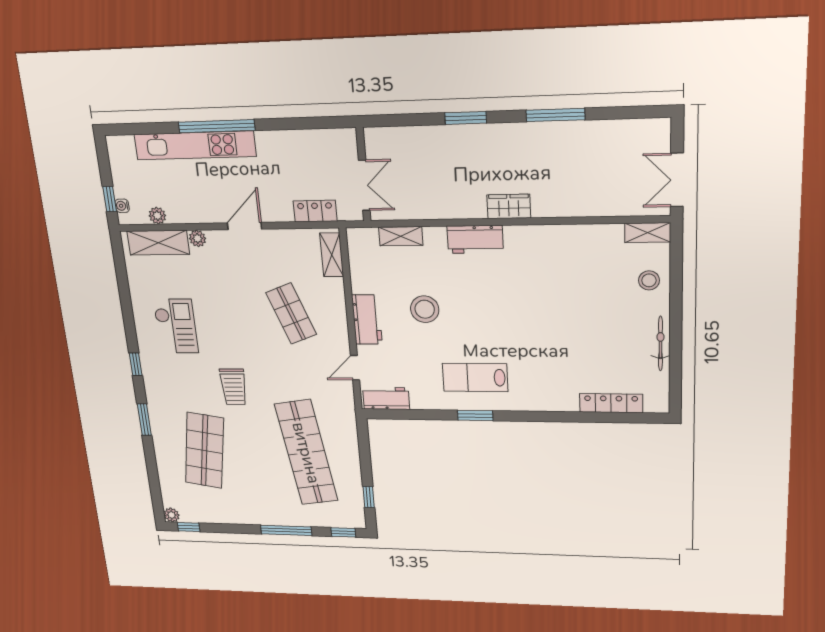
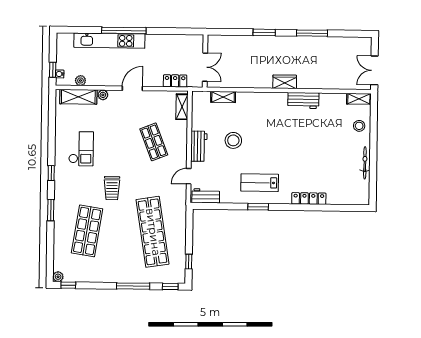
workbench: (475, 239) -> (303, 100), moved
locker: (611, 403) -> (309, 199), moved

